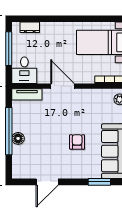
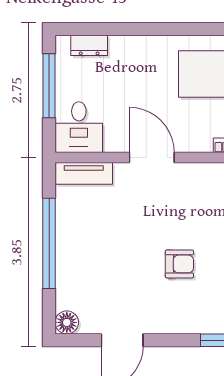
floor lamp: (18, 138) -> (67, 322), moved
armchair: (77, 142) -> (179, 264), turned 90

